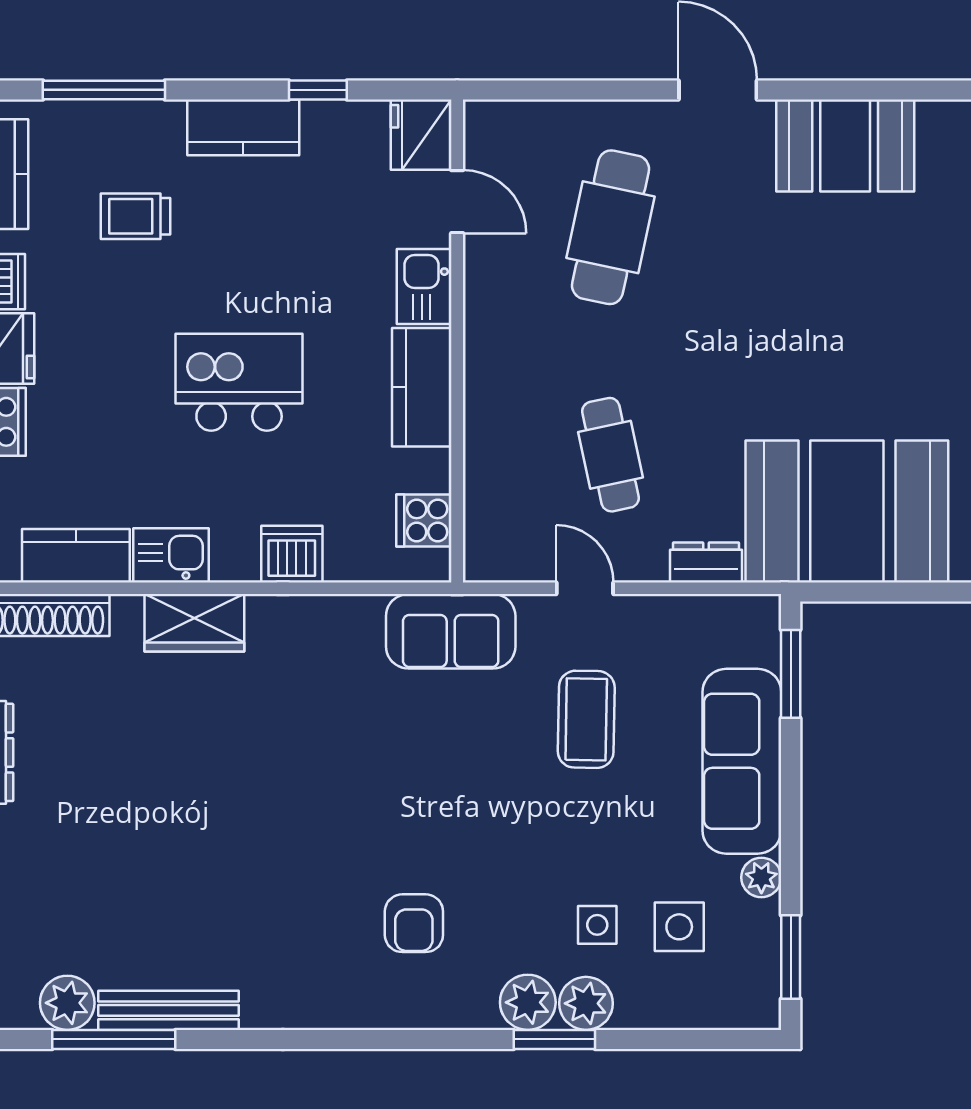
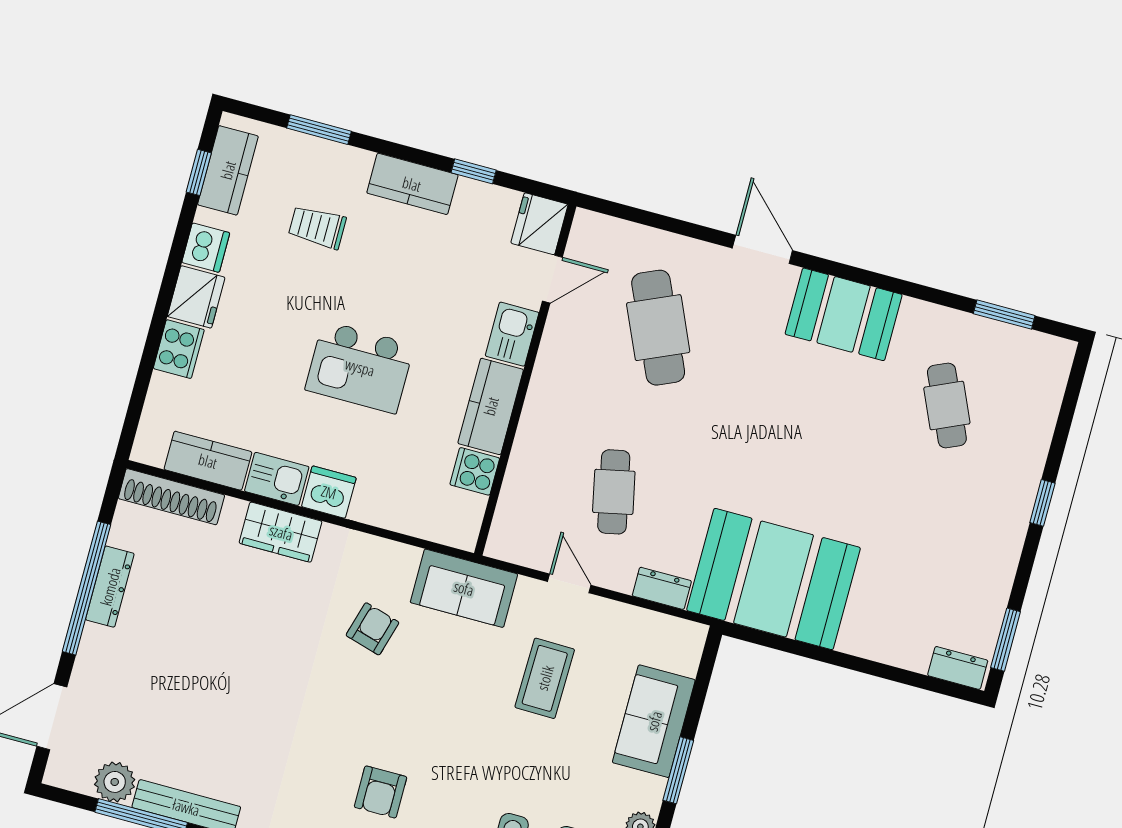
window: (104, 90) -> (319, 130), width x0.69
door: (457, 202) -> (552, 279), hinge flipped
cafe table: (611, 227) -> (658, 328), turned -36
kitchen island: (239, 382) -> (360, 367), turned 180
cooker: (424, 520) -> (475, 471), moved
dishwasher: (292, 554) -> (329, 492), moved
window: (791, 674) -> (678, 770), moved
armchair: (347, 715) -> (372, 629), added
sofa: (742, 761) -> (654, 721), width x0.73

